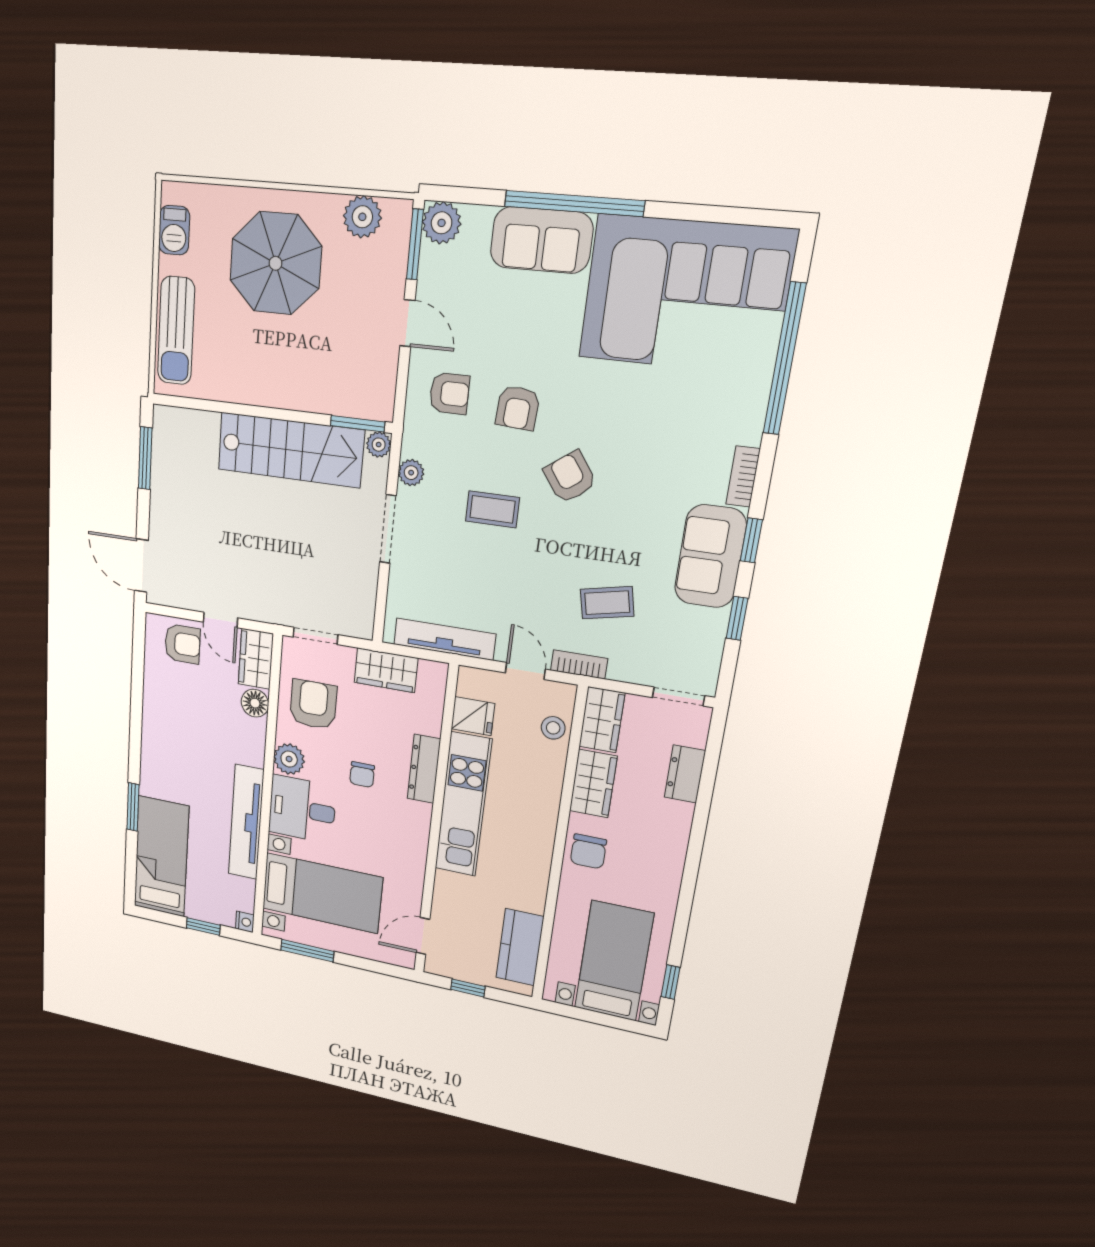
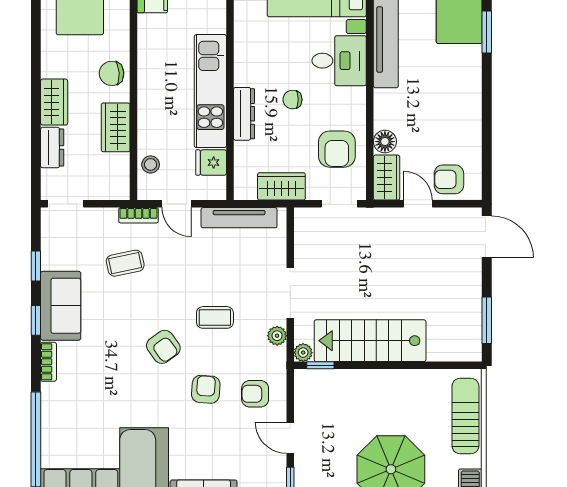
window: (358, 424) -> (320, 365), width x0.67
wardrobe: (602, 720) -> (54, 102), moved, turned 180
plant: (289, 759) -> (353, 101), removed
chair: (362, 775) -> (292, 100), turned -90
chair: (588, 851) -> (112, 73), turned -93

